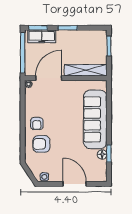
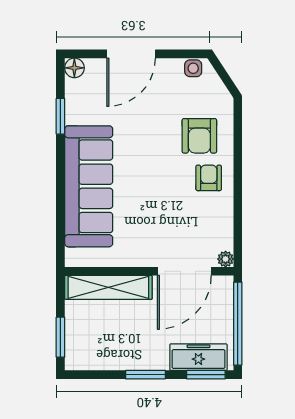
armchair: (41, 144) -> (199, 136), turned 90
floor lamp: (102, 154) -> (74, 68), moved
door: (75, 184) -> (131, 54), hinge flipped

